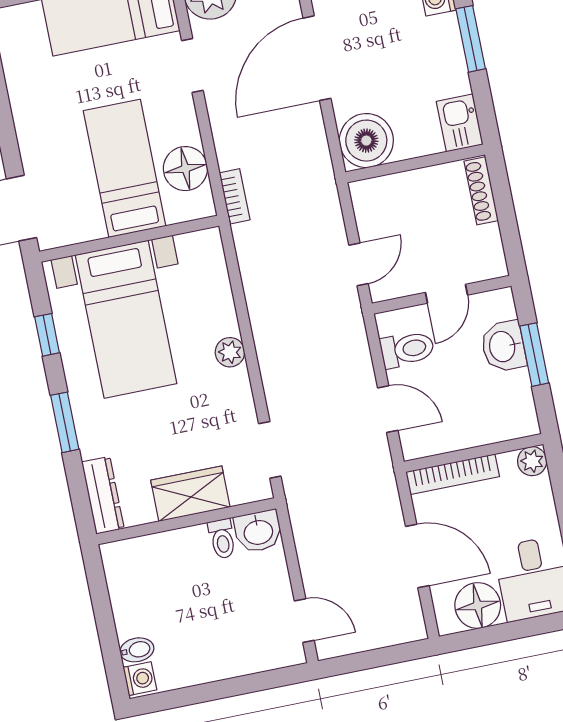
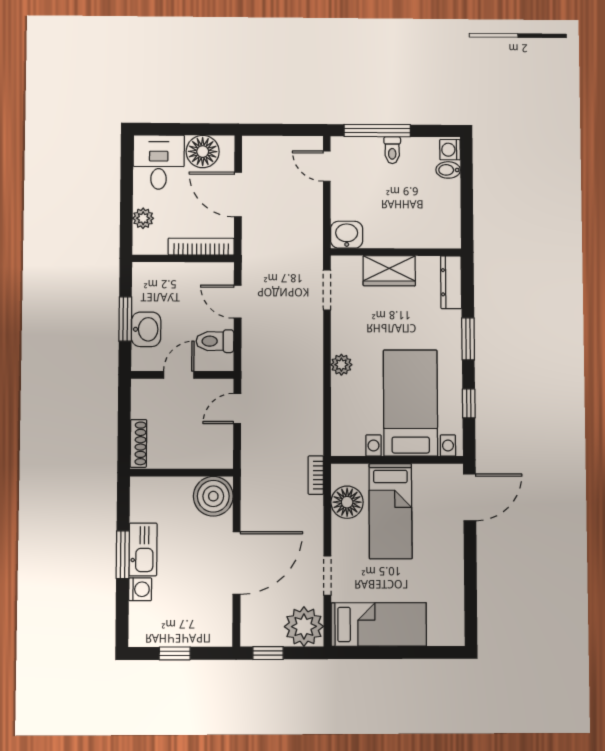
kitchen sink: (460, 123) -> (143, 549), moved, width x1.38
plant: (532, 461) -> (143, 218), moved
toilet: (222, 539) -> (392, 150), moved, turned 180
window: (245, 685) -> (377, 131), added

